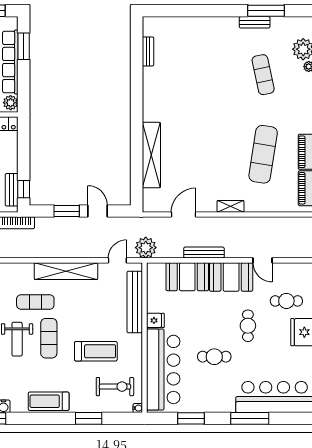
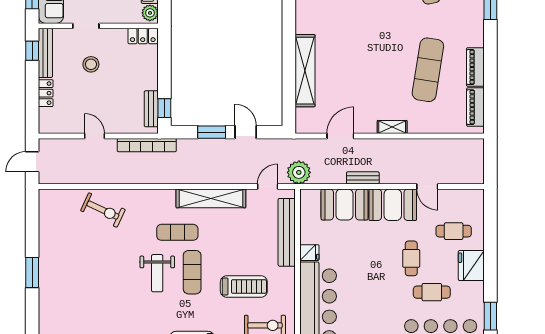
bench: (204, 253) -> (363, 178), width x0.73
cafe table: (214, 357) -> (432, 292), moved

